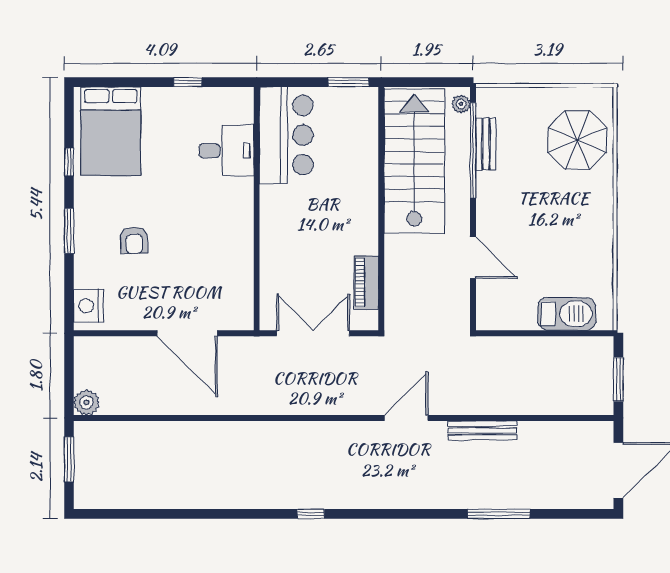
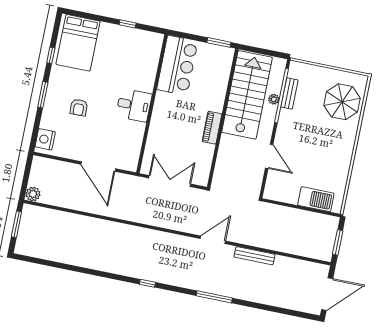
plant: (461, 104) -> (274, 99), moved
desk: (227, 151) -> (134, 105), moved
piano: (366, 283) -> (212, 128), moved
window: (499, 514) -> (214, 297), moved

